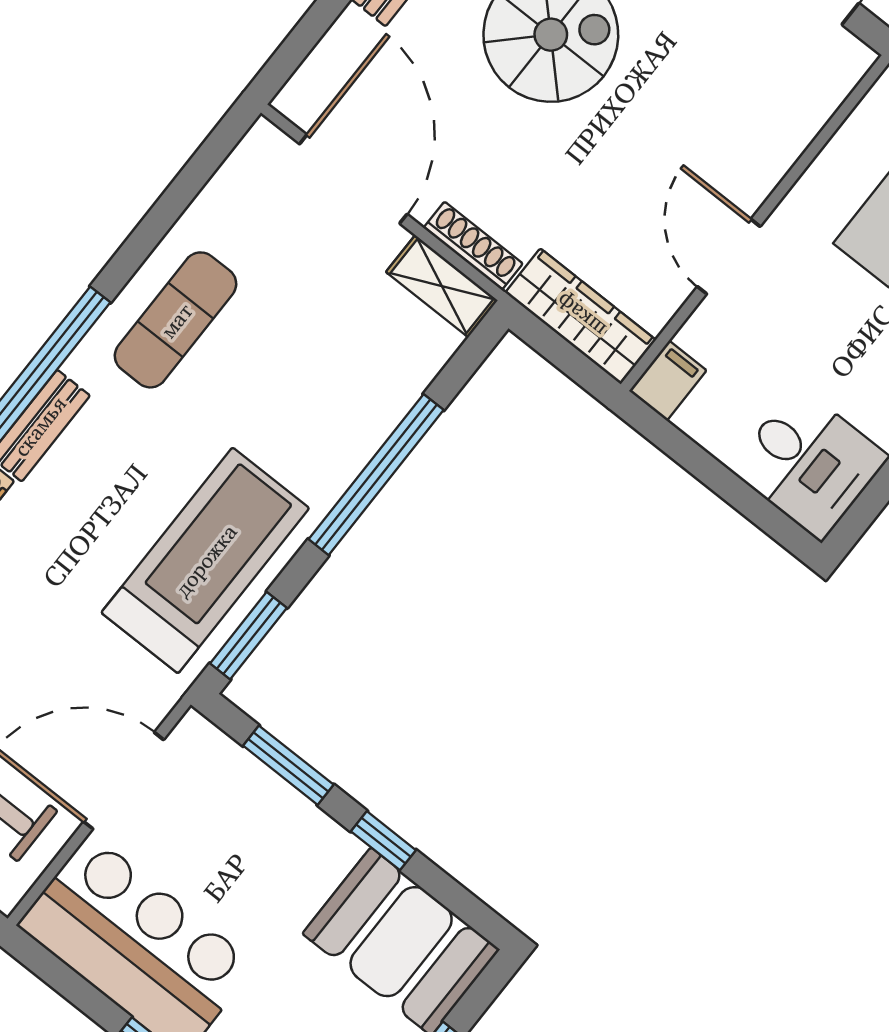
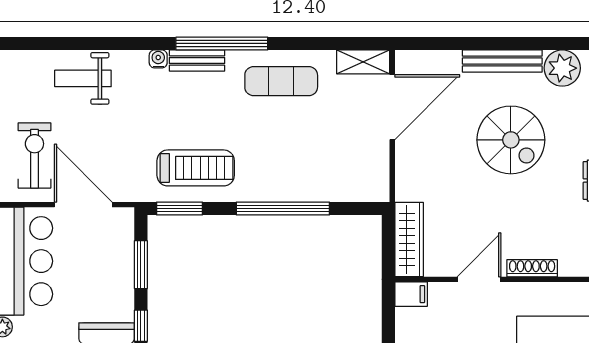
shoe rack: (473, 246) -> (532, 268), moved, turned -90
shelving: (442, 286) -> (363, 62), moved, turned 90
treadmill: (205, 560) -> (196, 168), width x0.73, depth x0.73

